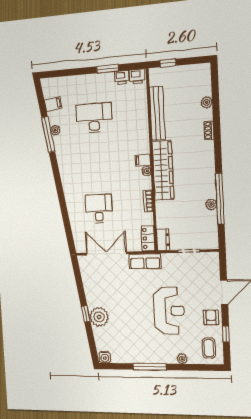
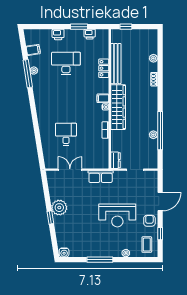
printer: (137, 76) -> (58, 34), moved
locker: (148, 238) -> (104, 68), moved
double door: (106, 253) -> (70, 170), width x0.73
reception desk: (169, 311) -> (117, 215), turned 90
plant: (99, 317) -> (59, 208), moved

